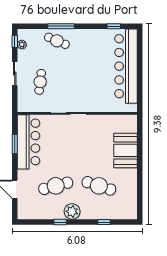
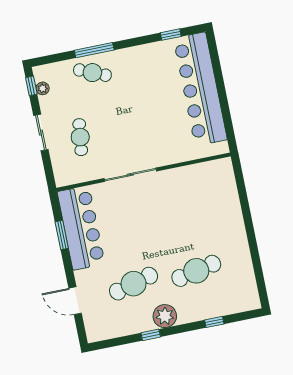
booth: (125, 150) -> (224, 212), removed
cafe table: (99, 186) -> (196, 271), turned -30

